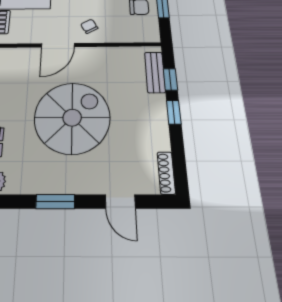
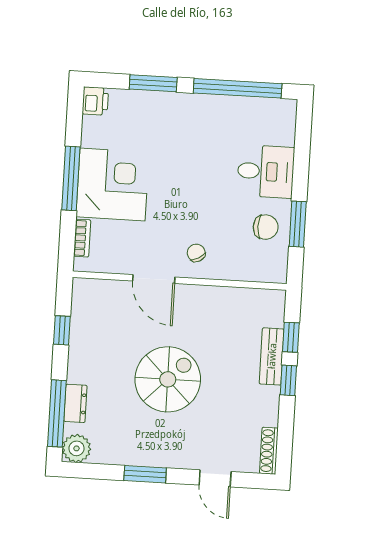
door: (58, 45) -> (154, 279), hinge flipped
bench: (155, 72) -> (272, 356), moved
spiral stairs: (72, 118) -> (168, 379), width x0.73, depth x0.73

